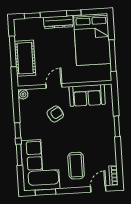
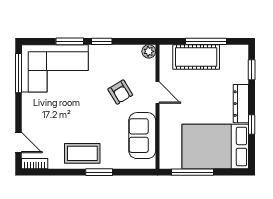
coffee table: (76, 166) -> (82, 153), moved
window: (46, 192) -> (18, 73), width x1.44

